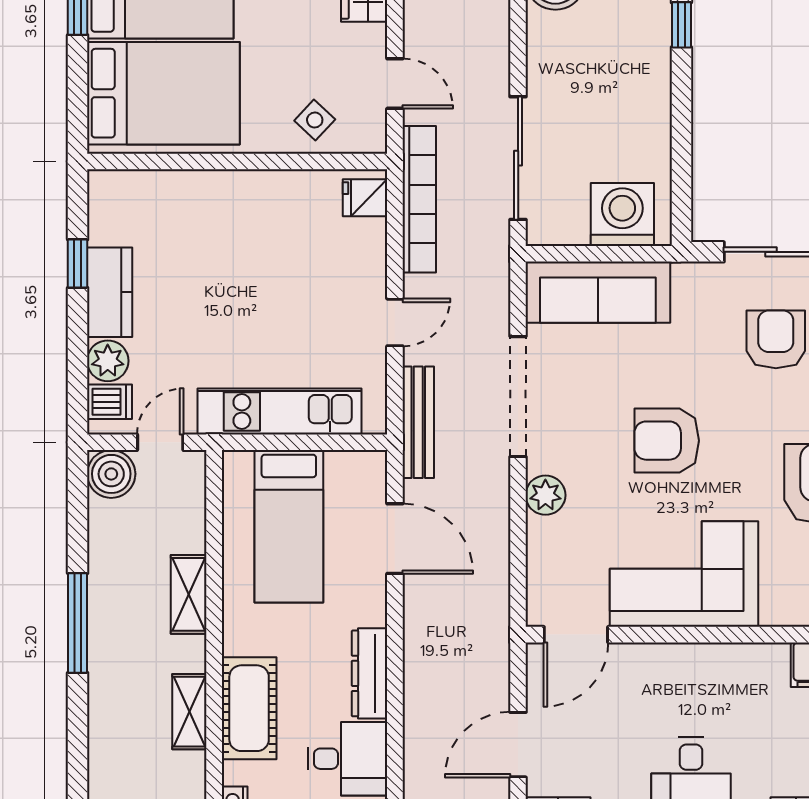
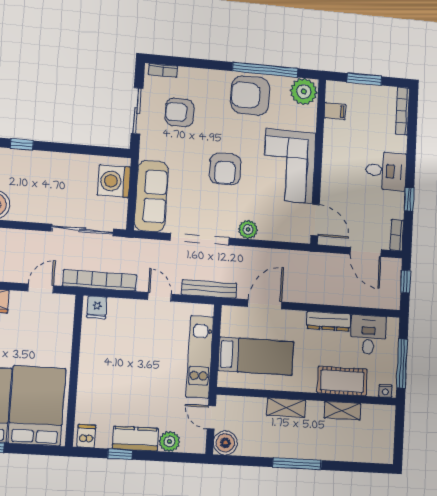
side table: (315, 120) -> (56, 330), removed
dishwasher: (110, 402) -> (86, 436), moved

